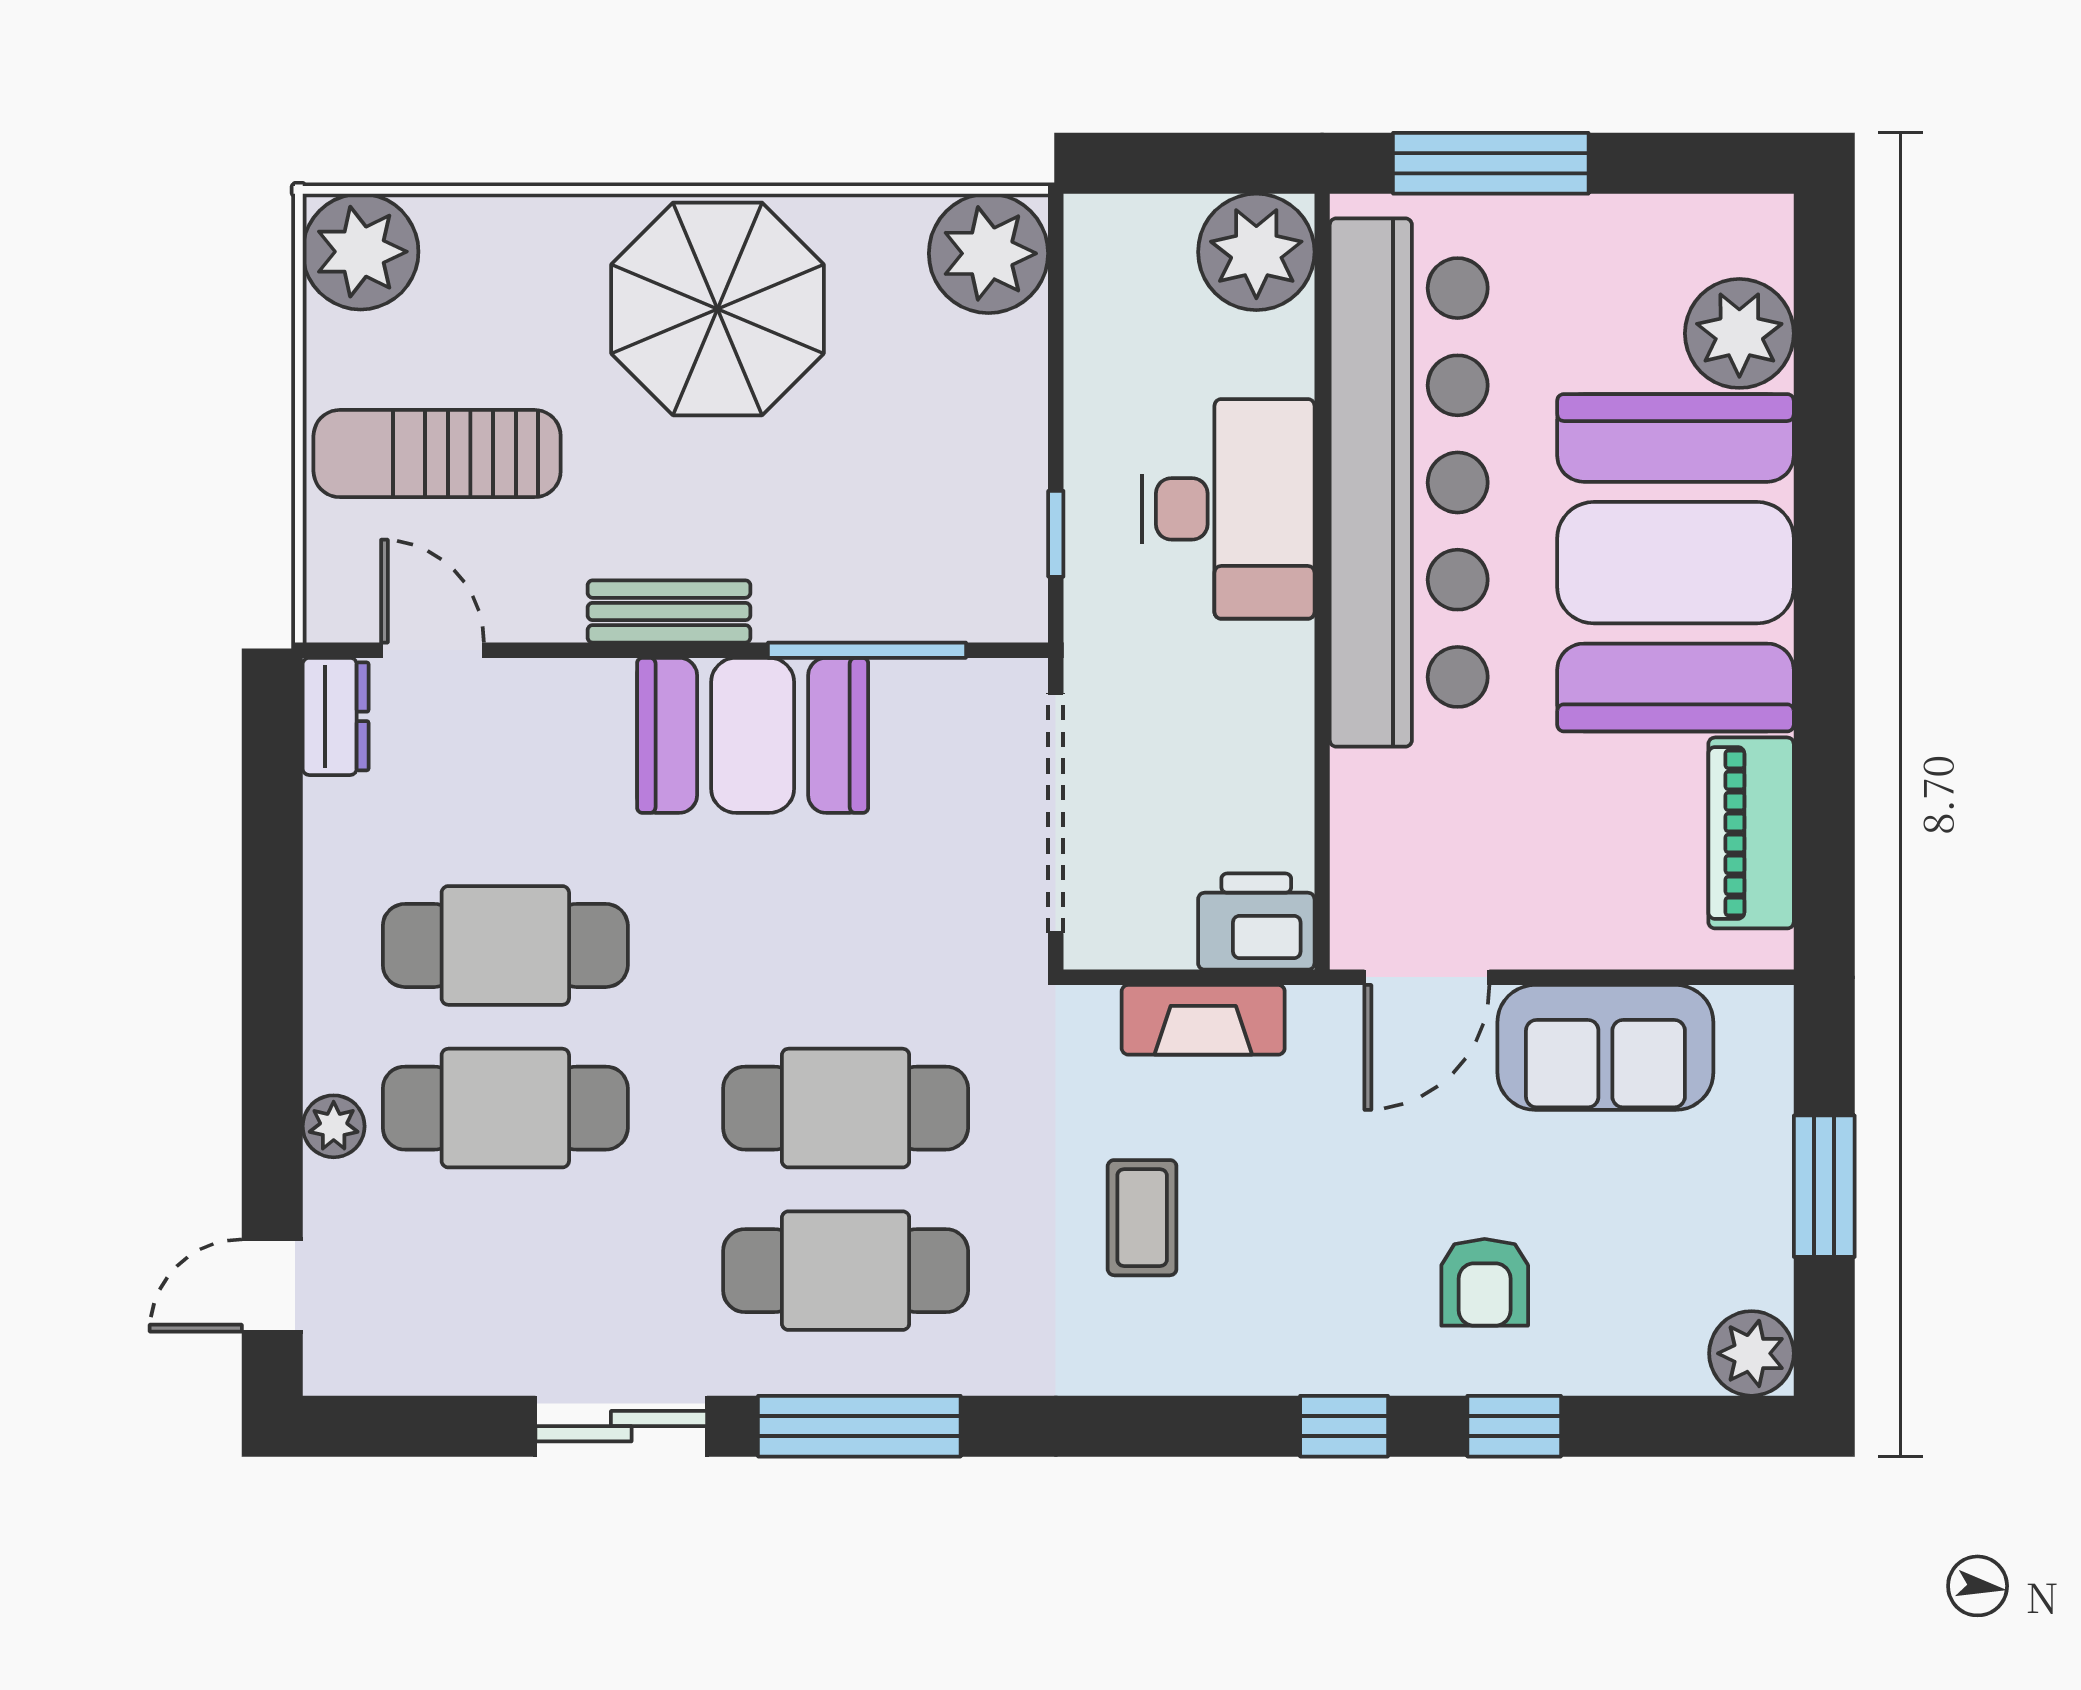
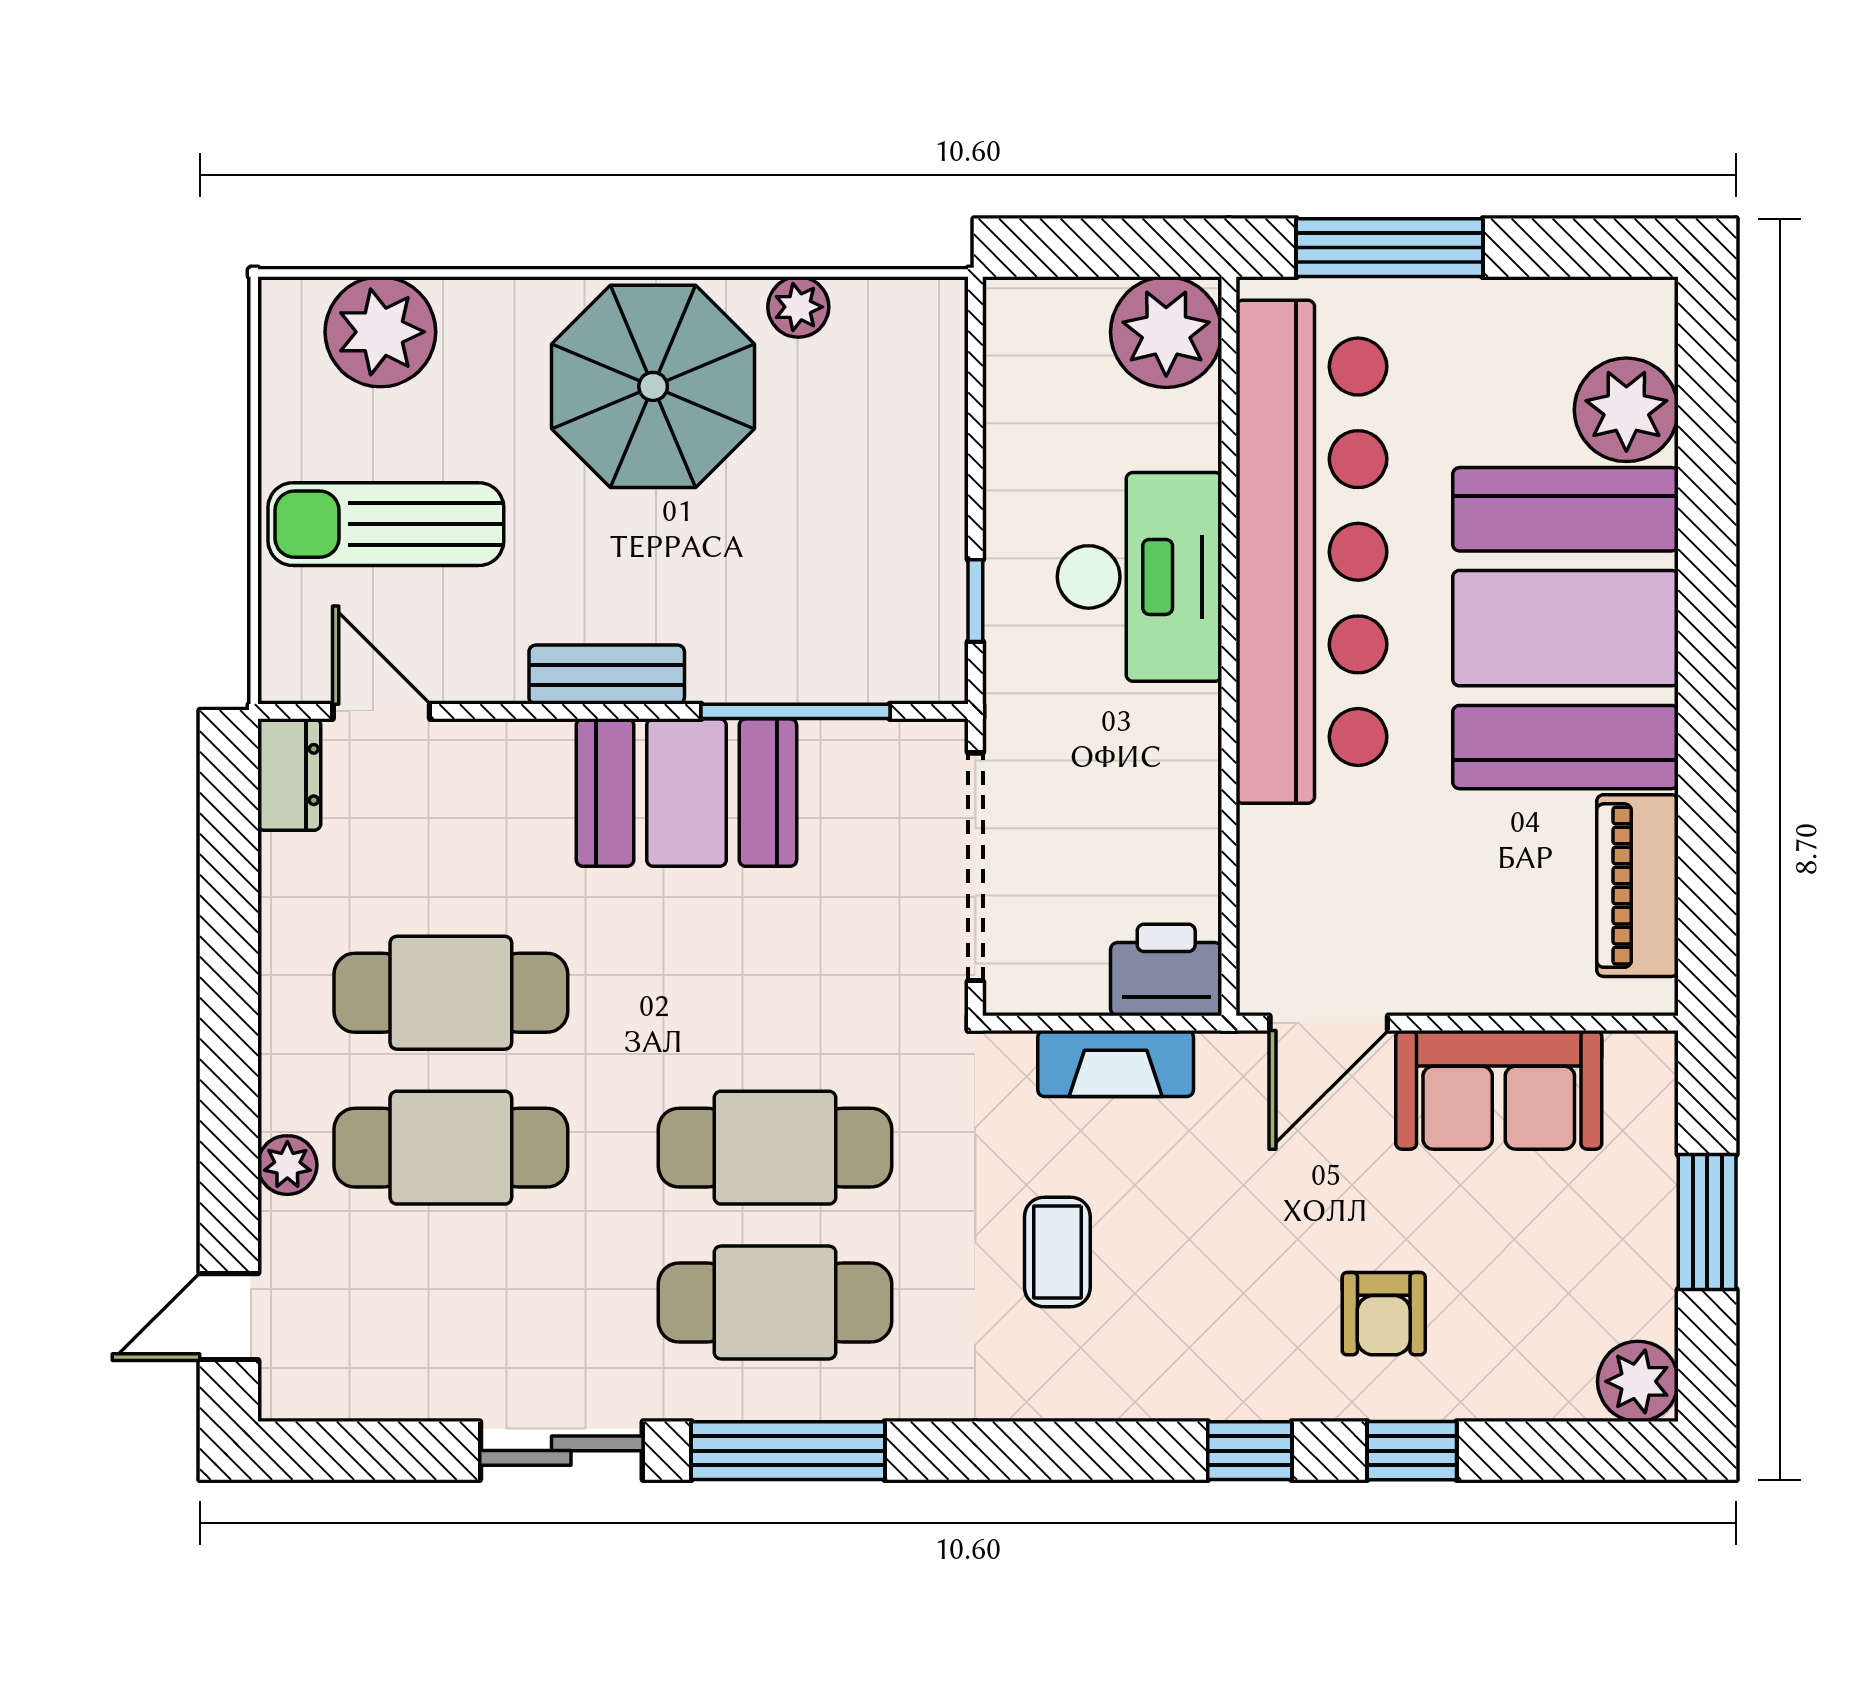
plant: (361, 252) -> (380, 332), moved
plant: (989, 253) -> (798, 307), moved, width x0.53, depth x0.53

